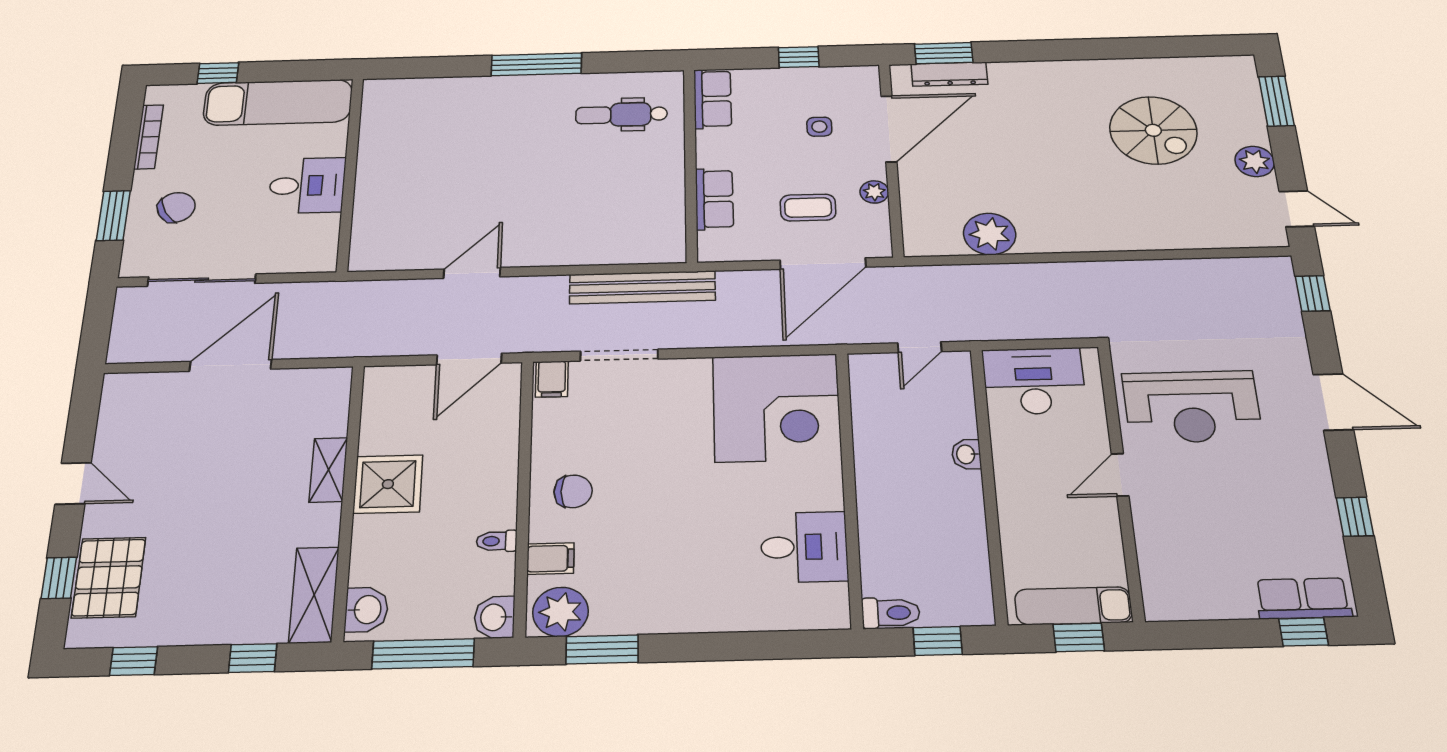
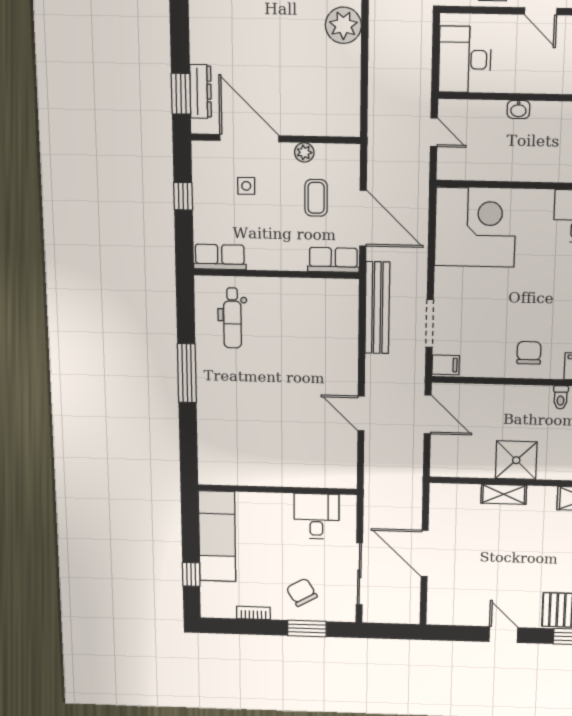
bookcase: (149, 137) -> (253, 613), width x0.64
desk: (307, 185) -> (316, 516), moved
row of seats: (714, 199) -> (333, 260), moved
plant: (990, 234) -> (343, 25), moved
door: (823, 264) -> (363, 218), moved
door: (73, 483) -> (503, 635), hinge flipped

